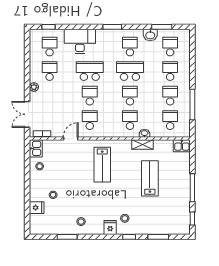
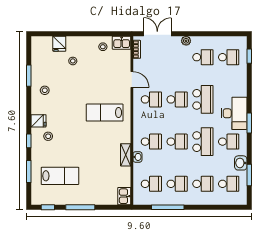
desk: (80, 41) -> (234, 113), moved
lab bench: (150, 178) -> (60, 176), moved

